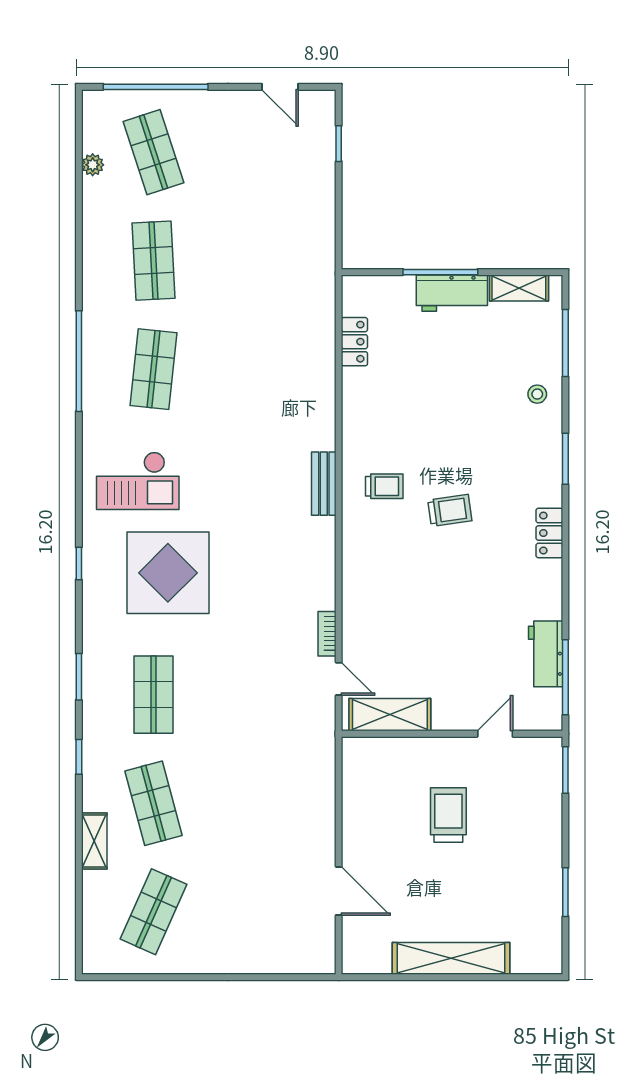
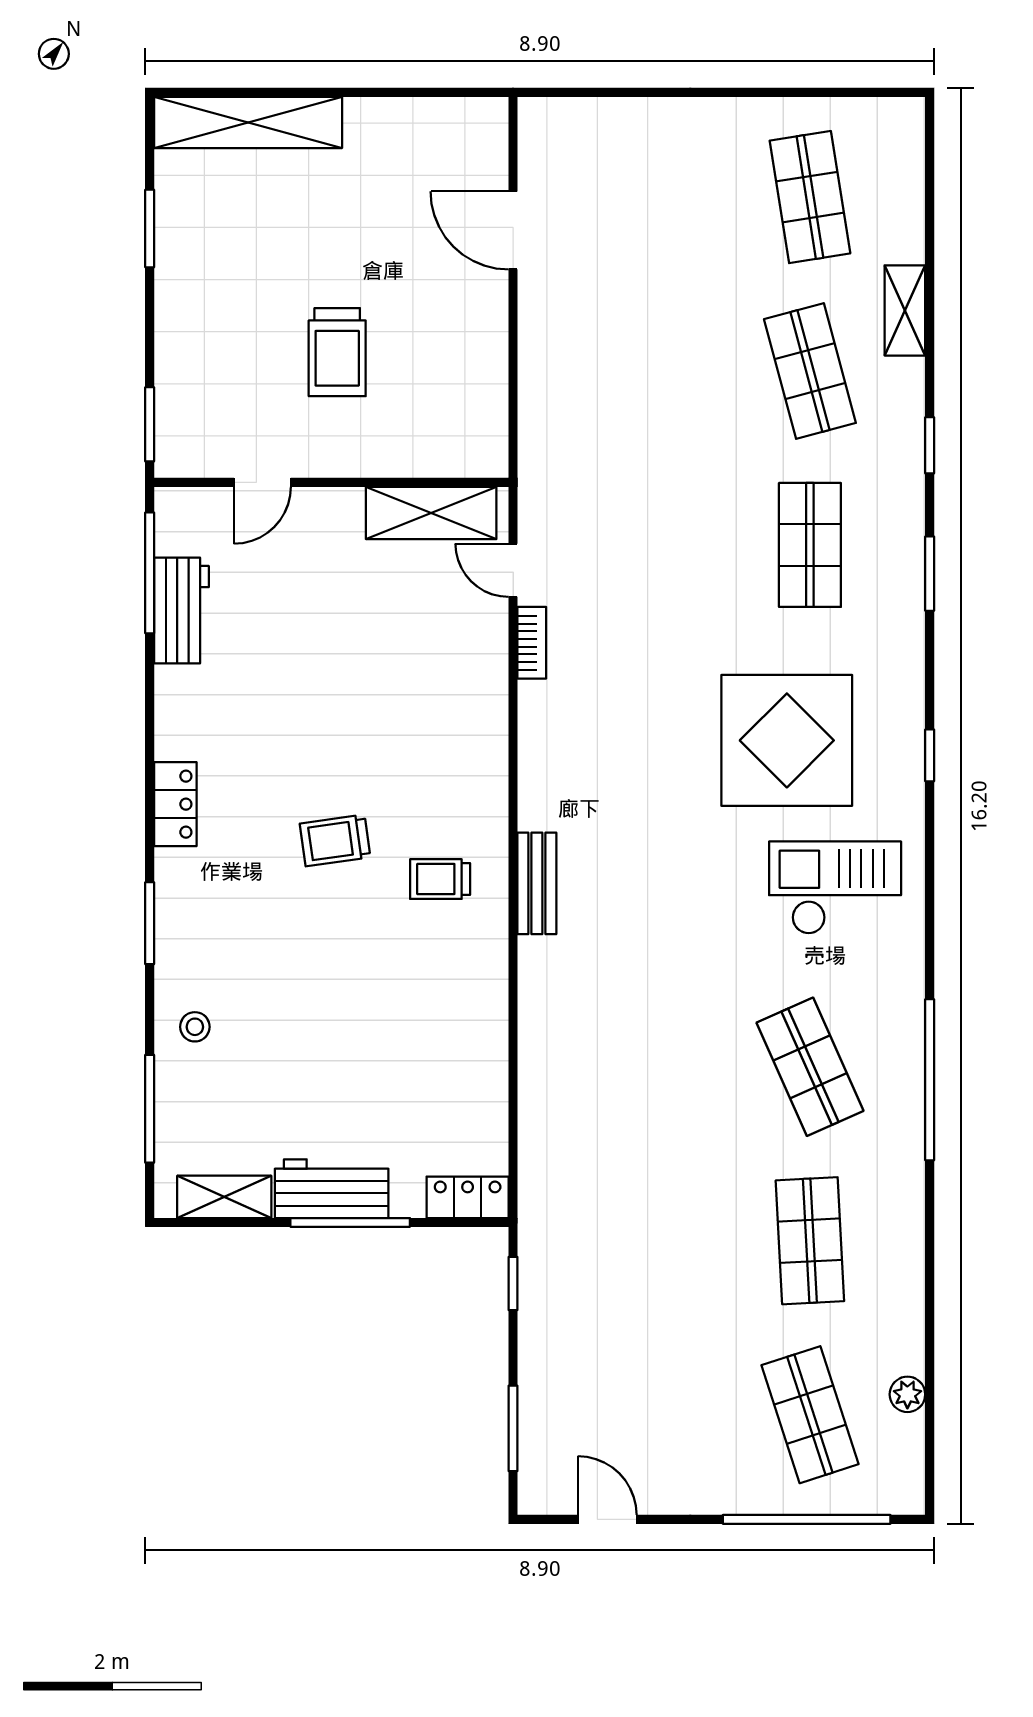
window: (339, 144) -> (513, 1428), width x1.50
window: (339, 234) -> (513, 1284), added
locker: (354, 342) -> (468, 1197), moved, turned 90
shop shelf: (153, 369) -> (810, 1067), turned -30
shop shelf: (153, 912) -> (810, 197), turned -33
shelving: (451, 958) -> (248, 122), moved

